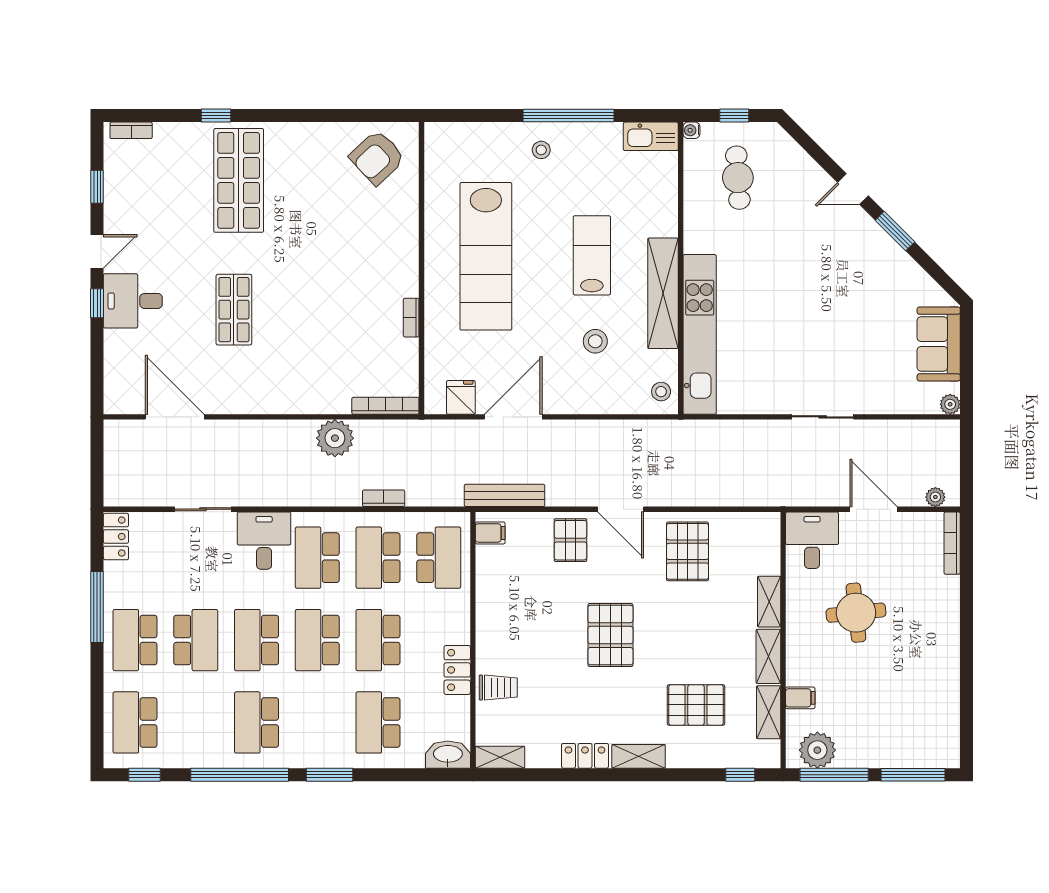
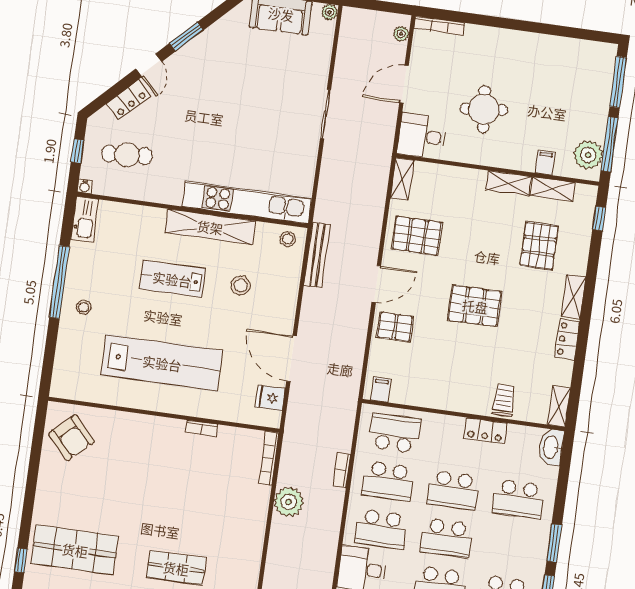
locker: (807, 170) -> (128, 100), added
bench: (505, 495) -> (317, 255), moved
shelving: (769, 602) -> (402, 179), moved, turned 90

